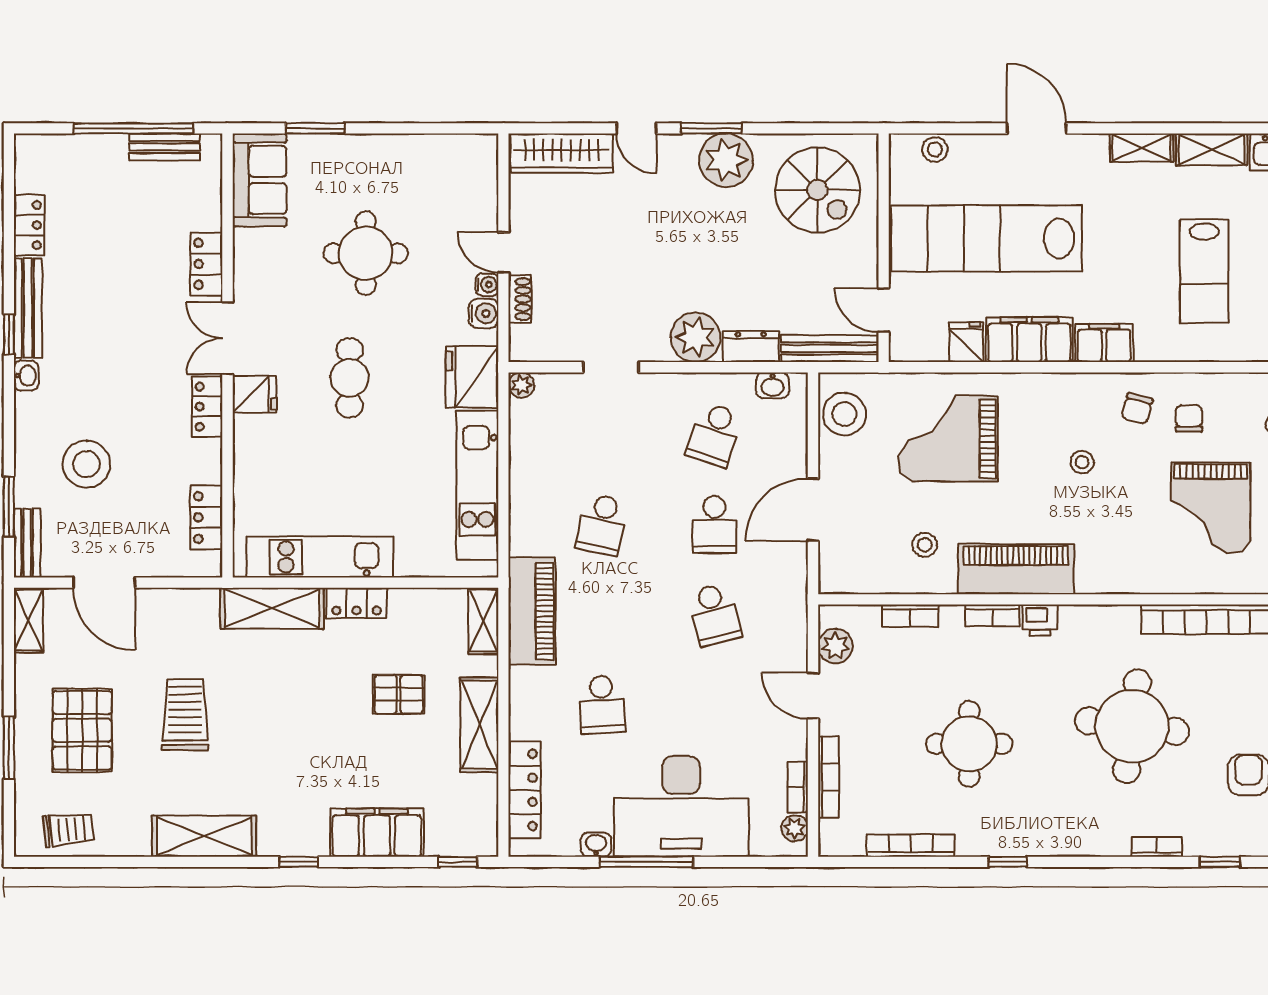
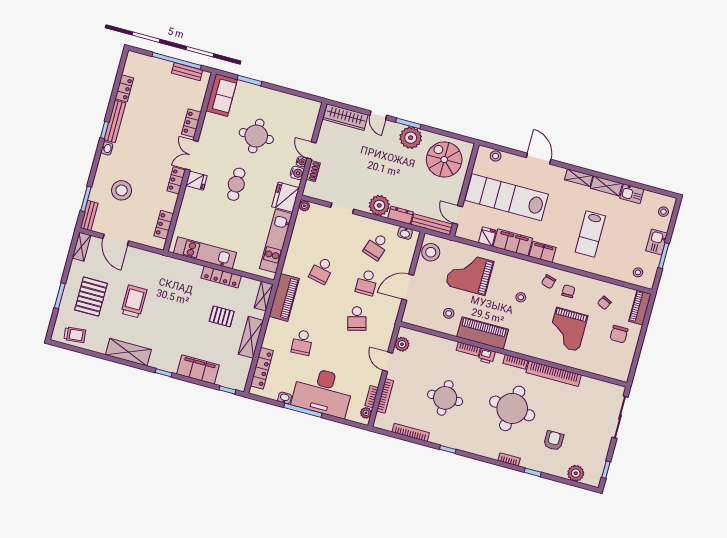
spiral stairs: (817, 190) -> (444, 160), turned 180
locker: (357, 603) -> (221, 277), width x1.53
shelving: (272, 608) -> (180, 268), removed
bookcase: (910, 616) -> (515, 362), moved

